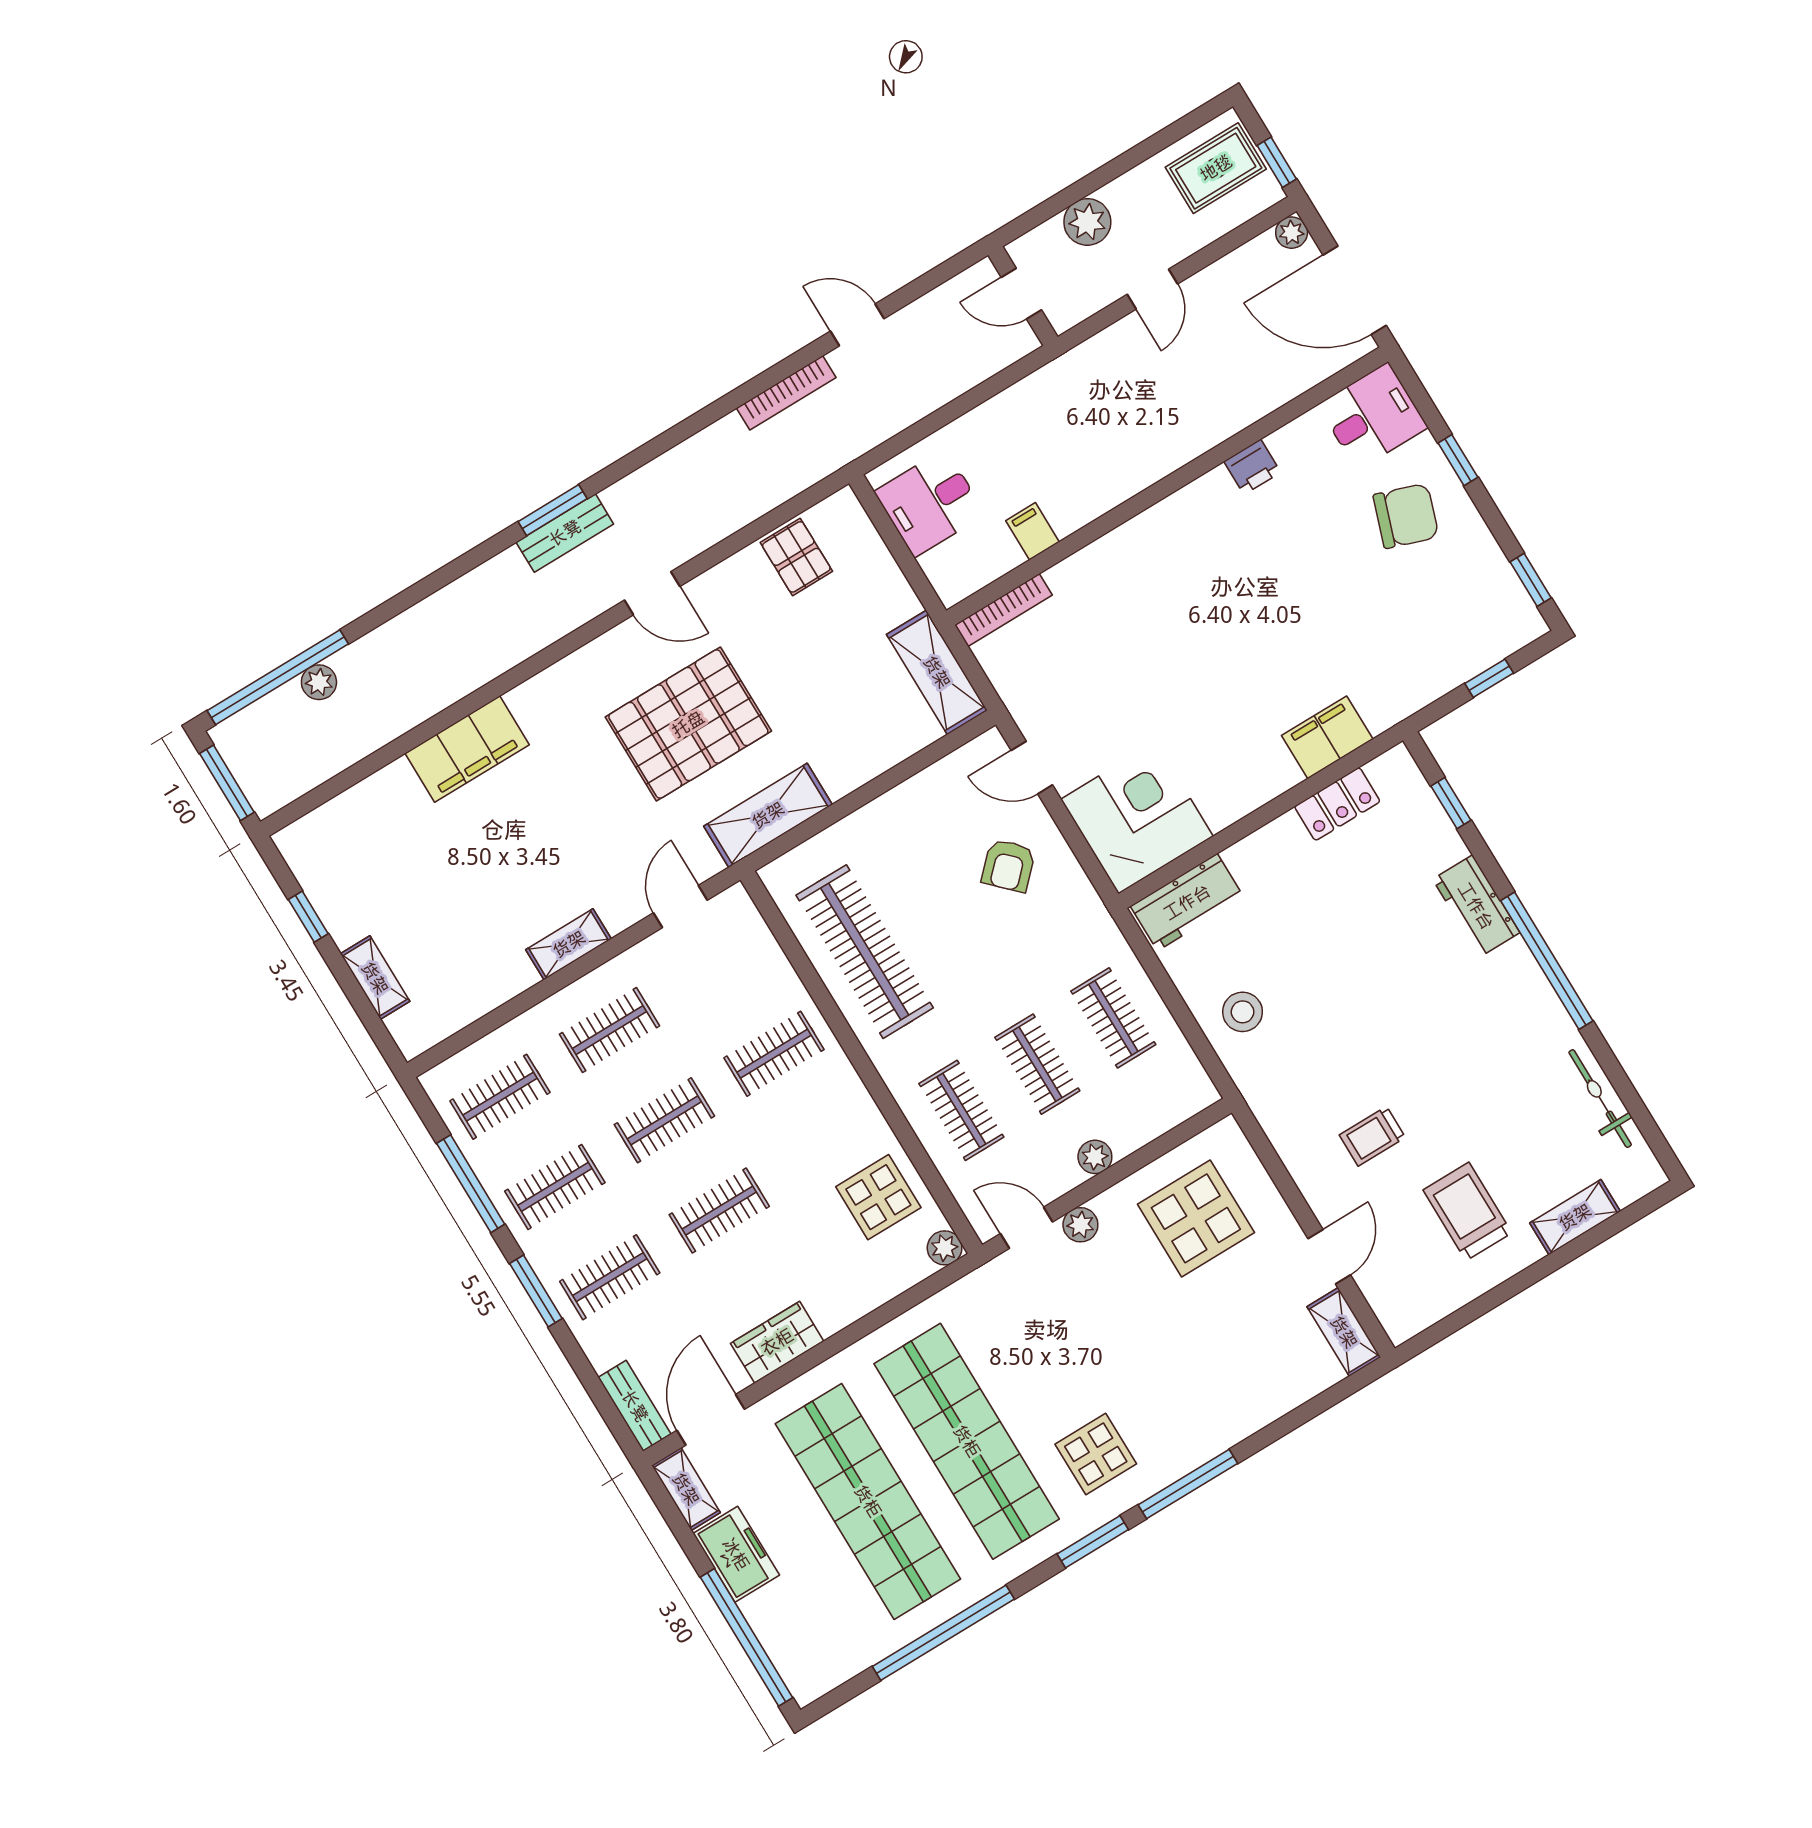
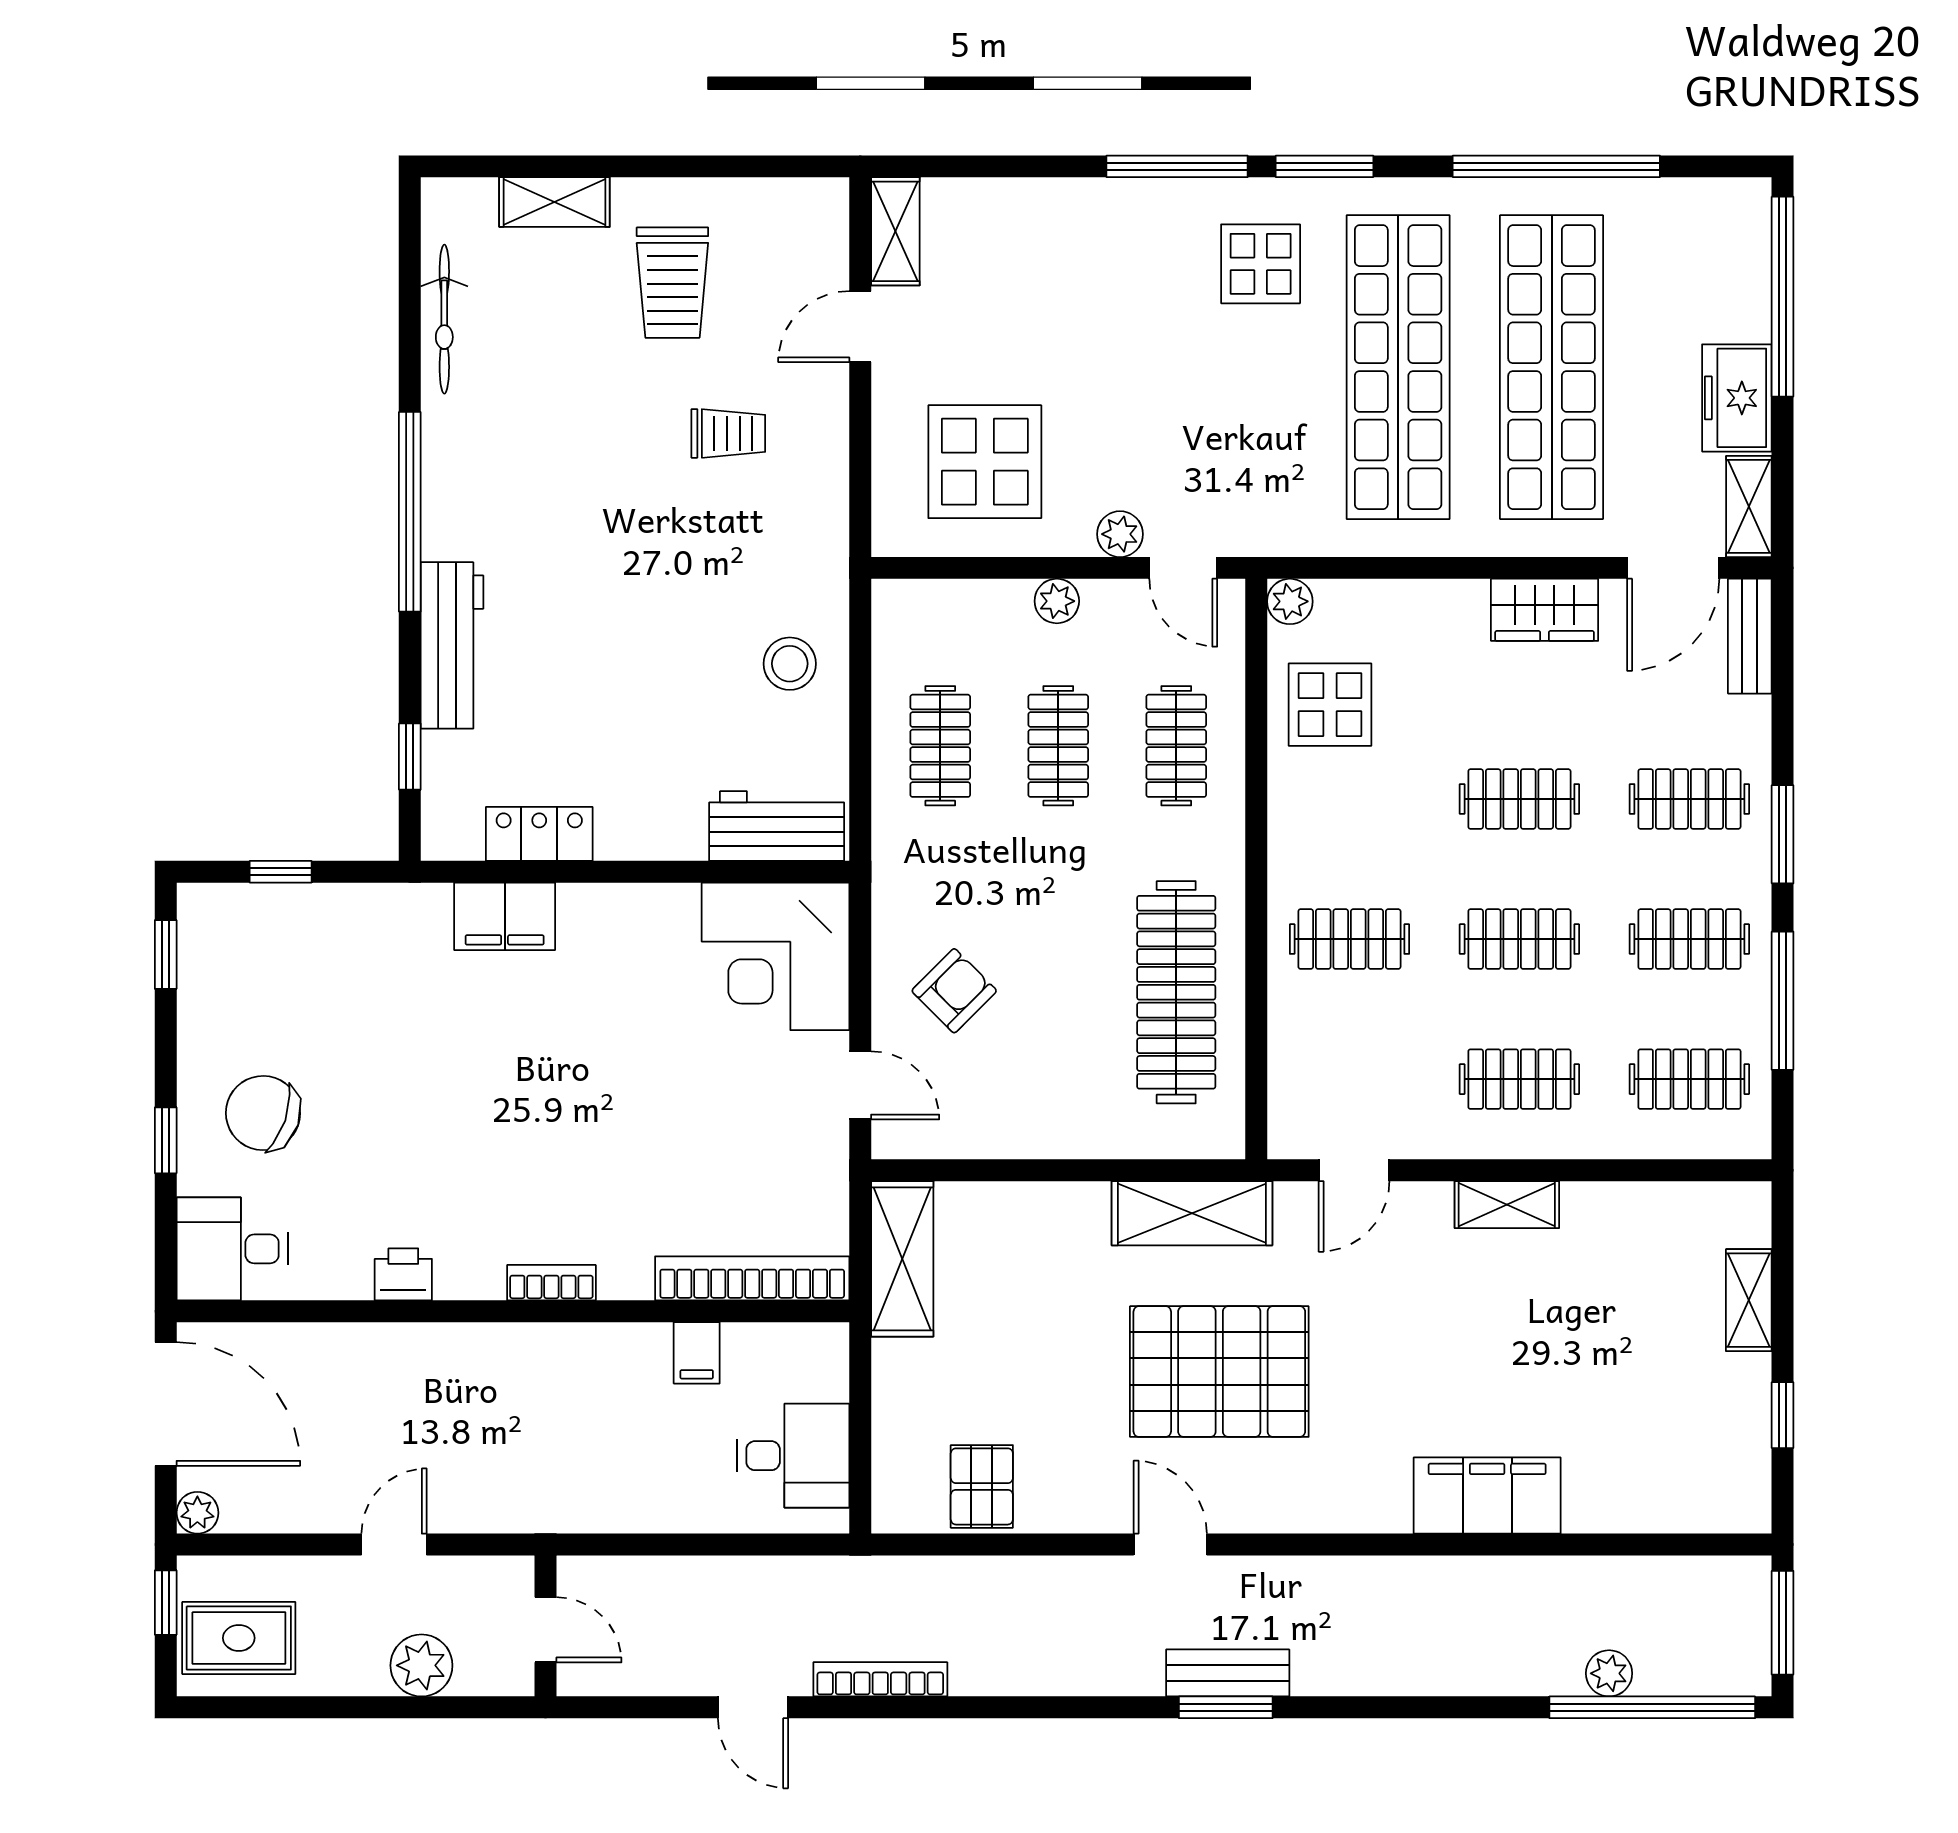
bookcase: (1154, 520) -> (551, 1283), added
bookcase: (1004, 610) -> (752, 1278), width x1.48, depth x1.31
workbench: (1476, 906) -> (452, 645), width x1.38

